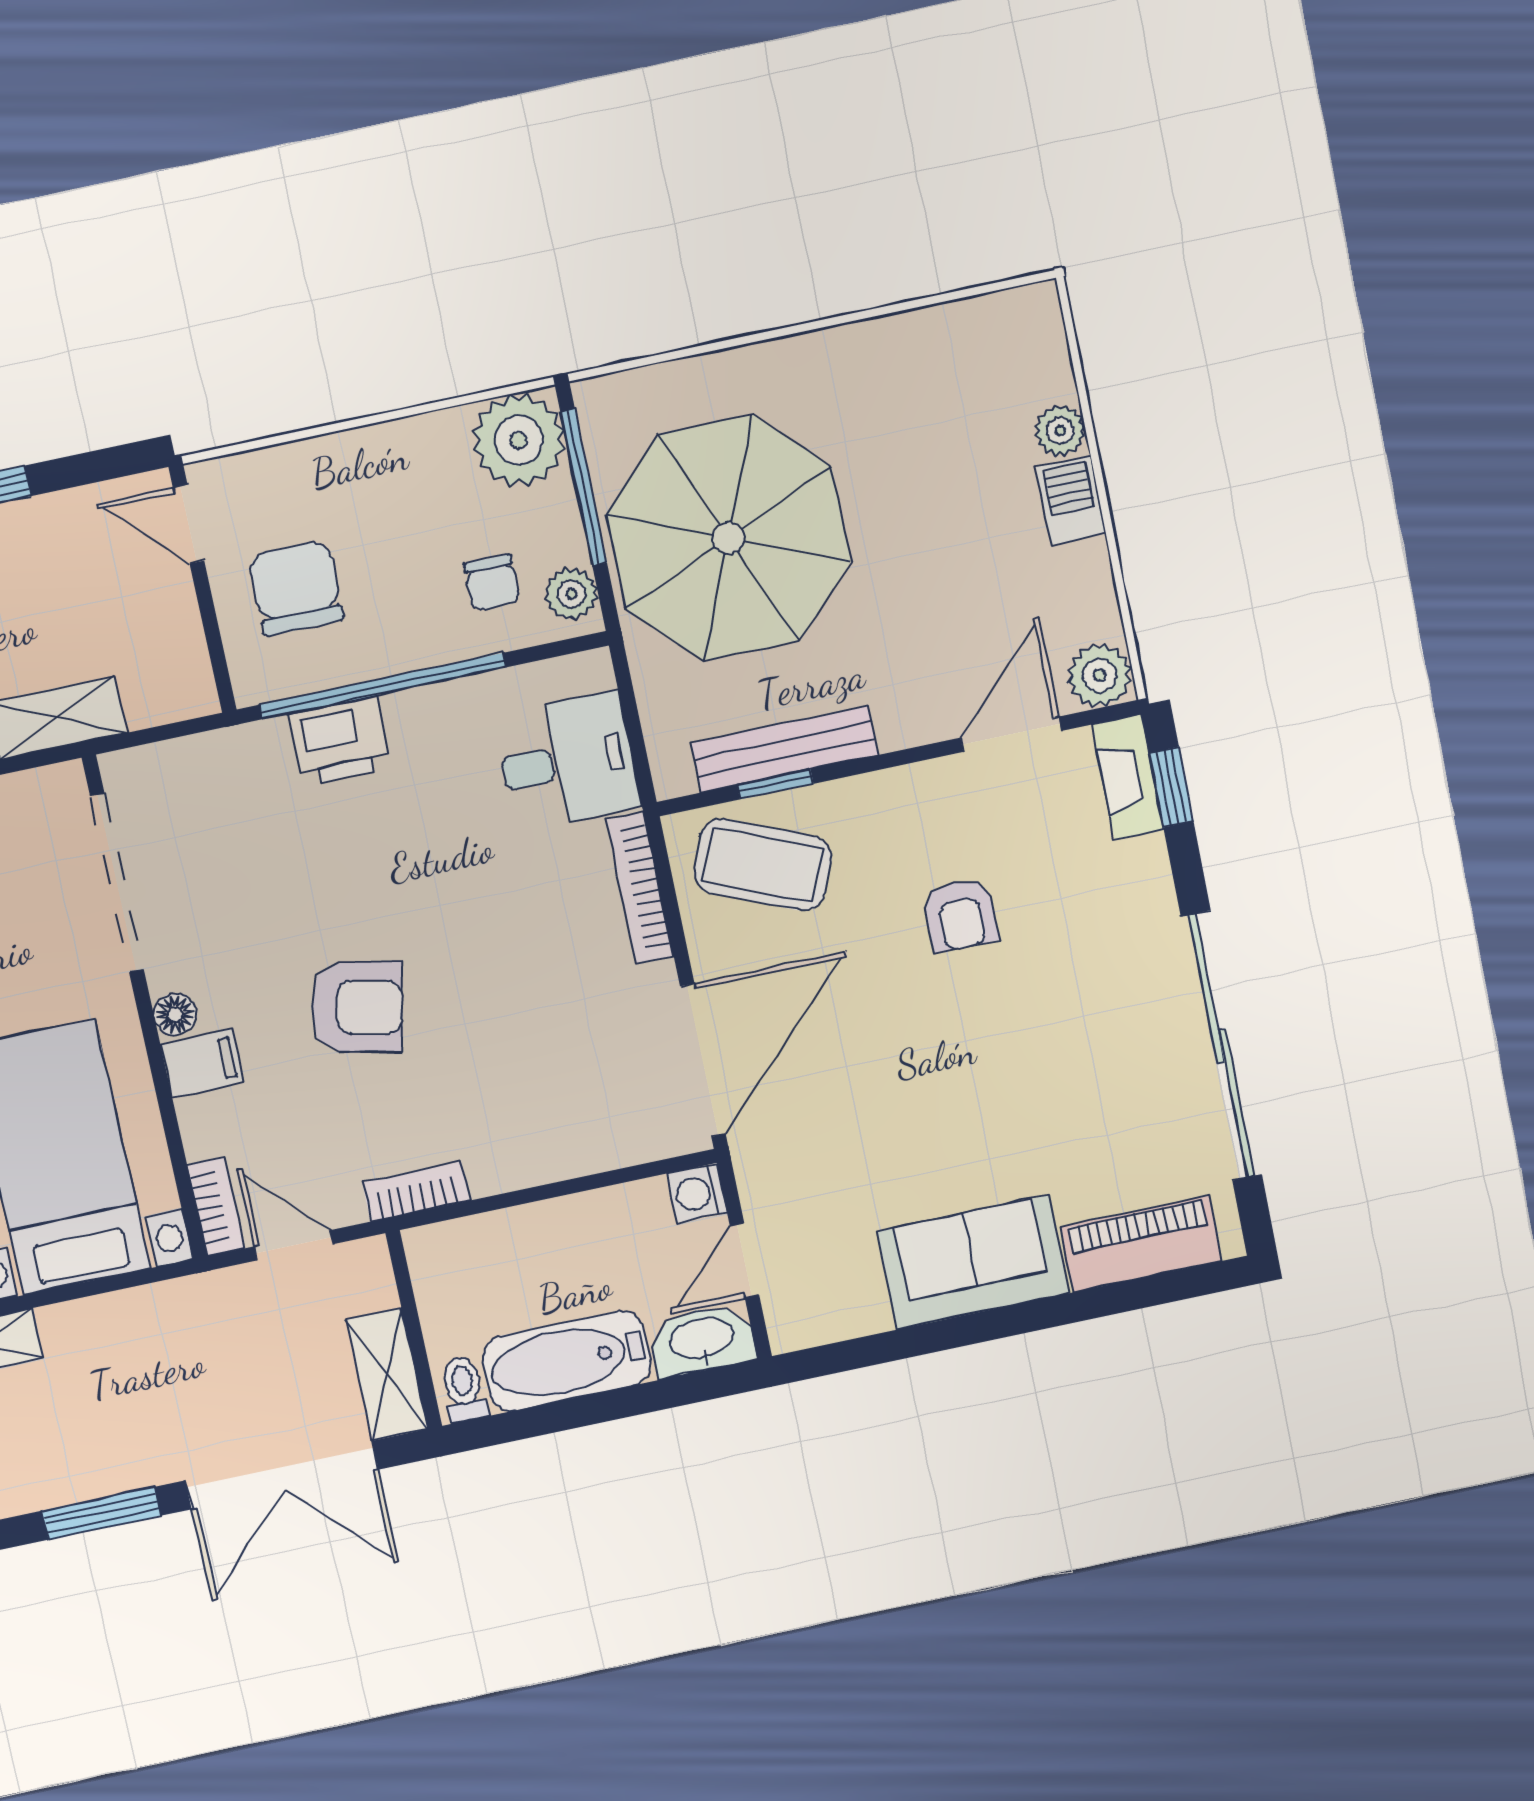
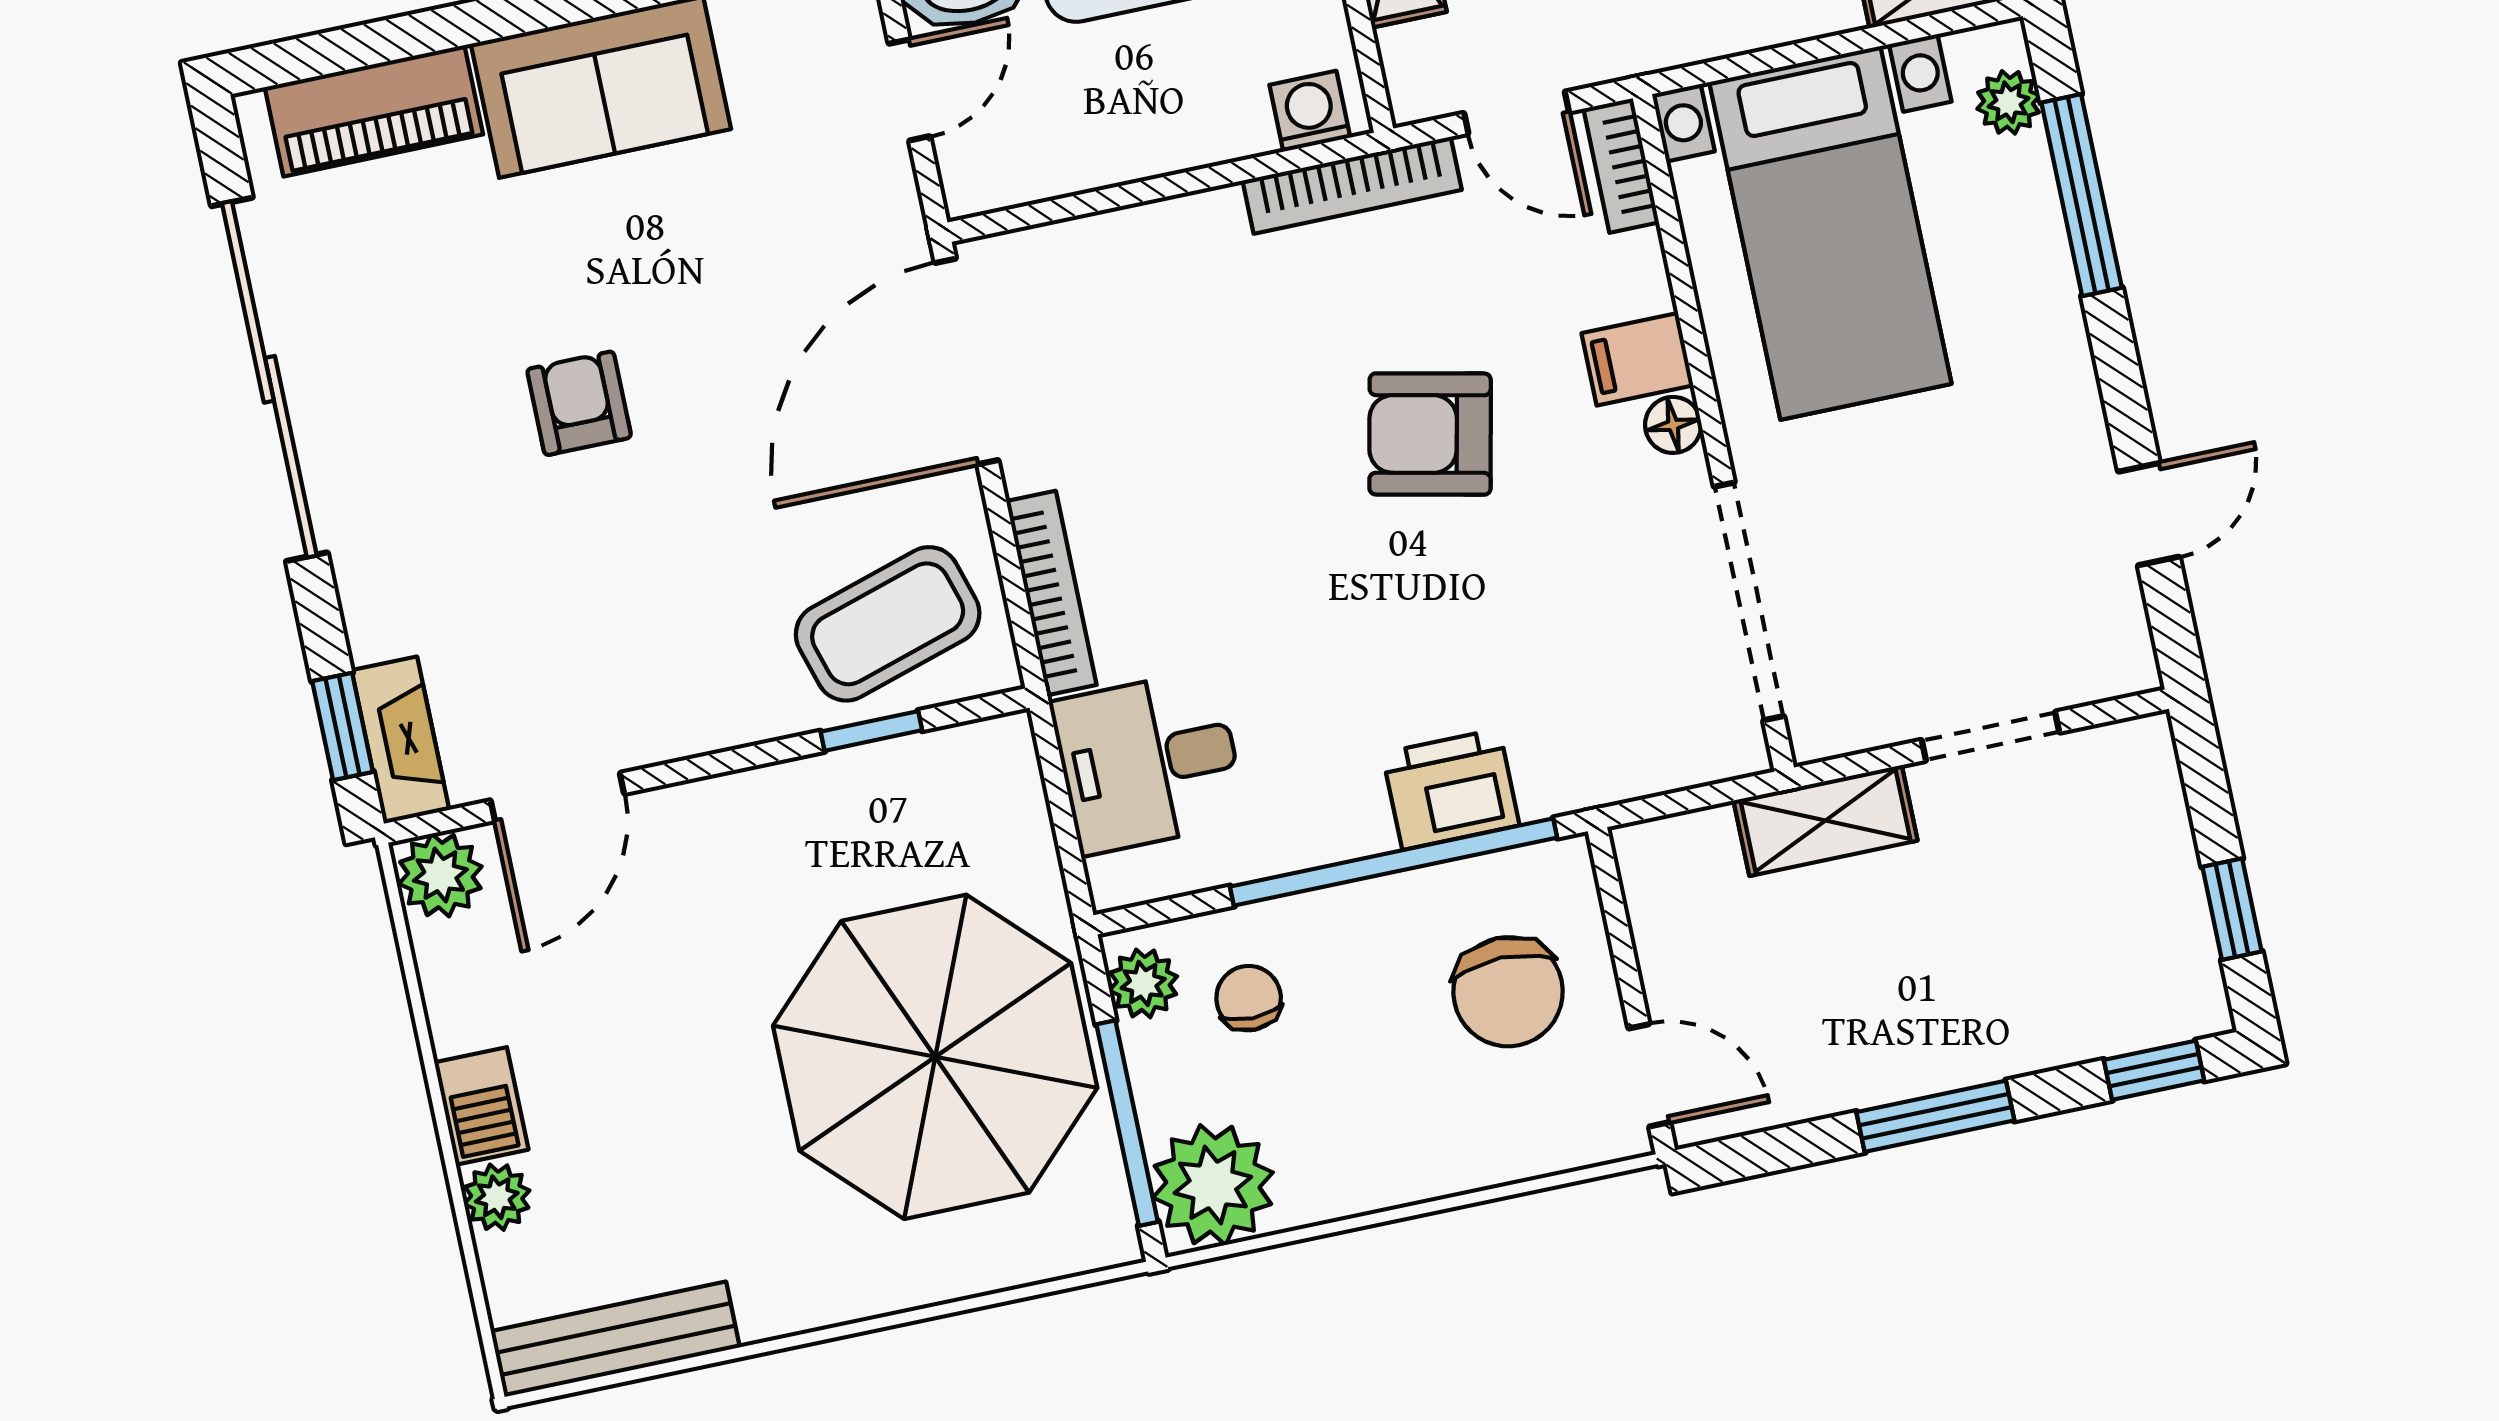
bench: (785, 749) -> (615, 1339), moved
coffee table: (763, 865) -> (888, 624), turned -40
armchair: (960, 915) -> (579, 403), moved
bookcase: (416, 1191) -> (1352, 185), width x1.56
washing machine: (697, 1193) -> (1310, 111), moved, turned -90

